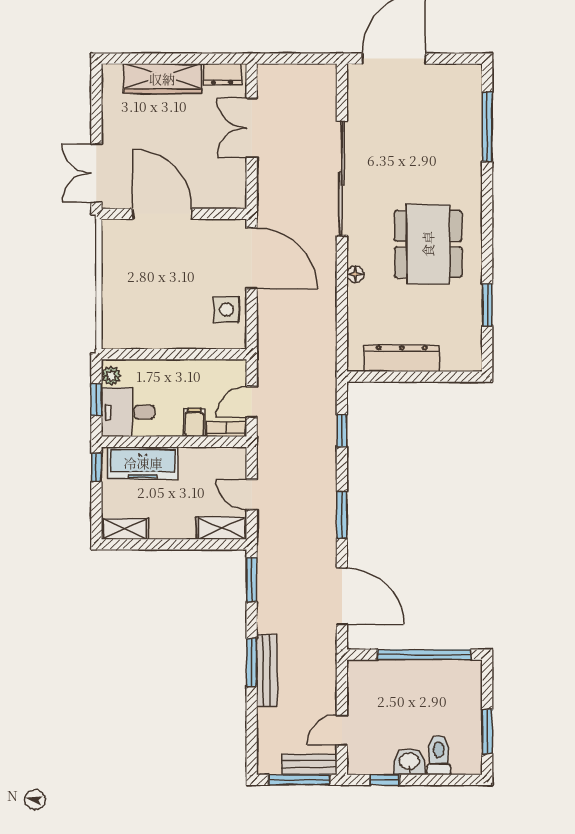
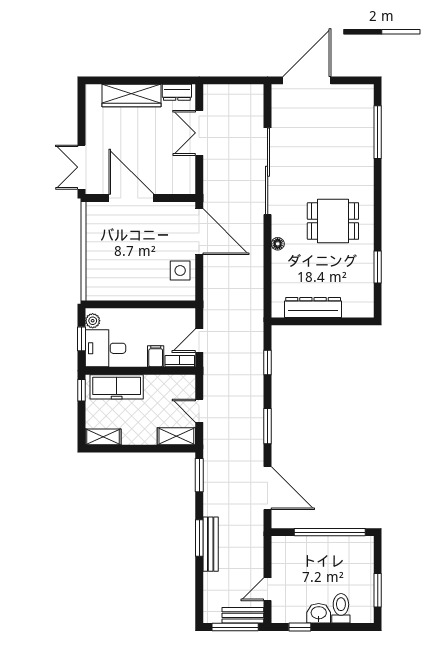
dining table: (428, 244) -> (333, 221), width x0.73

